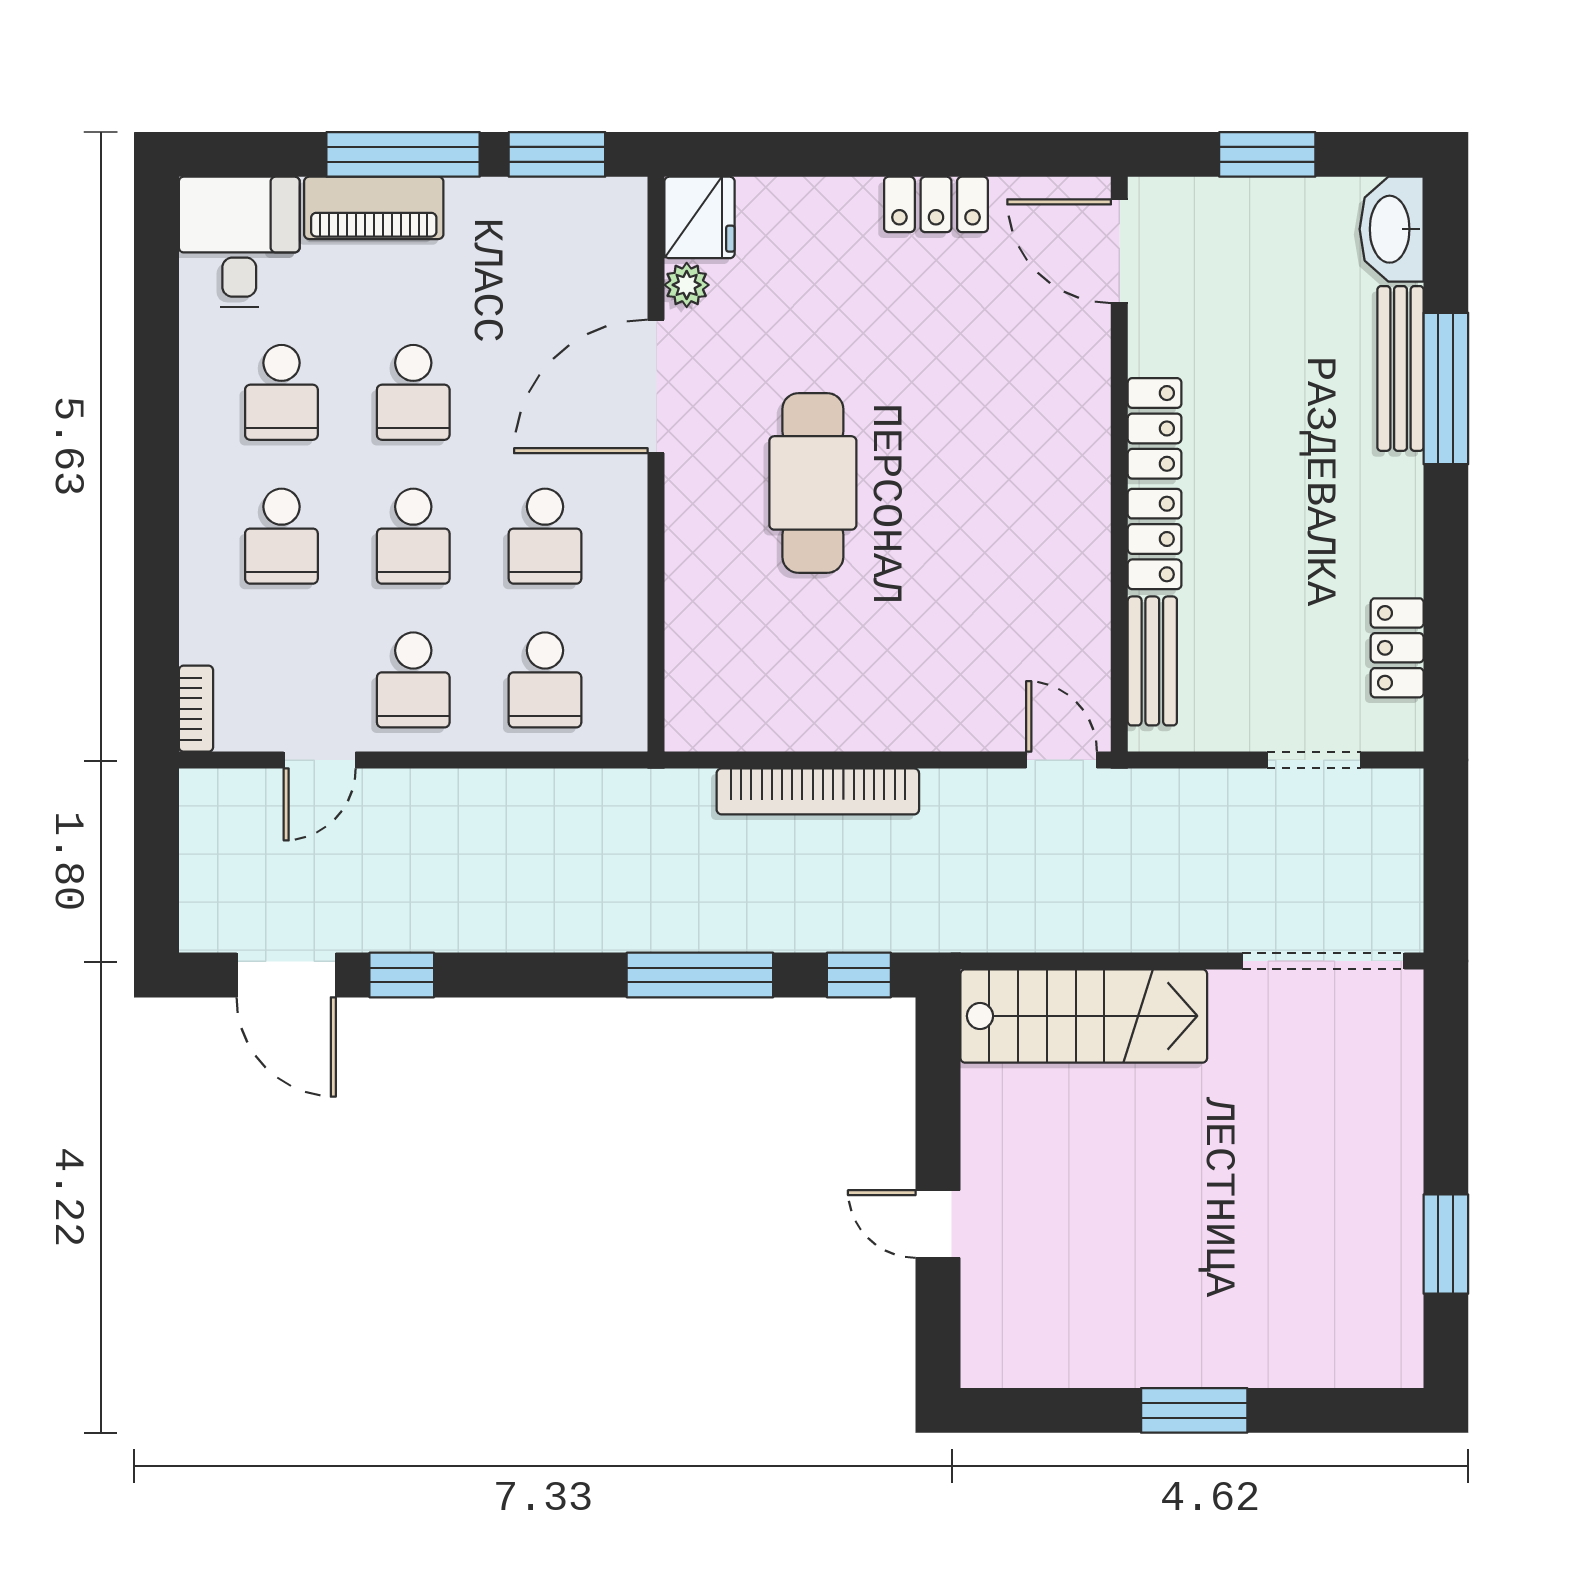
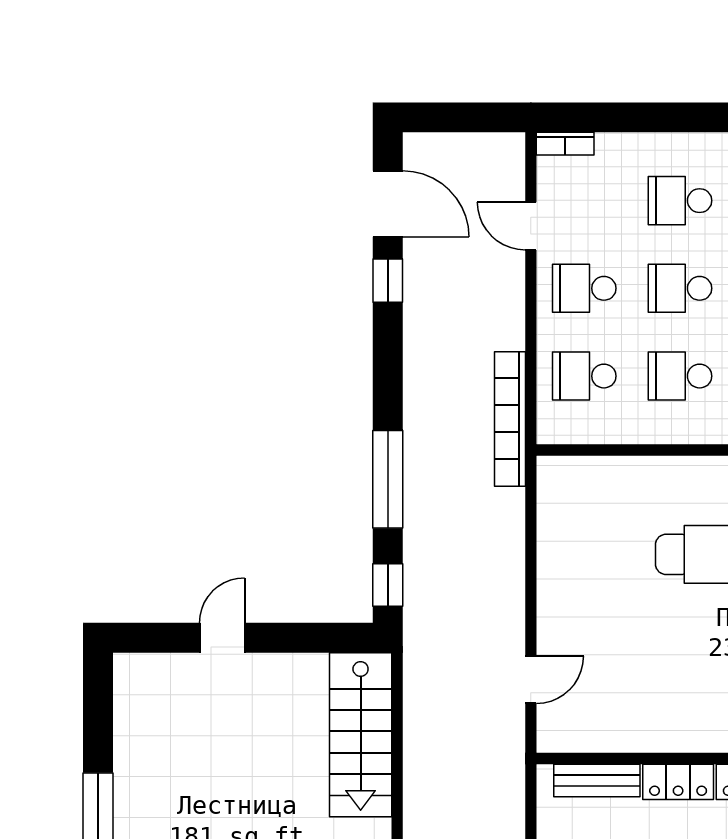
door: (1062, 760) -> (531, 680), moved
bookcase: (818, 791) -> (510, 419), moved
door: (286, 975) -> (388, 204), swing flipped

